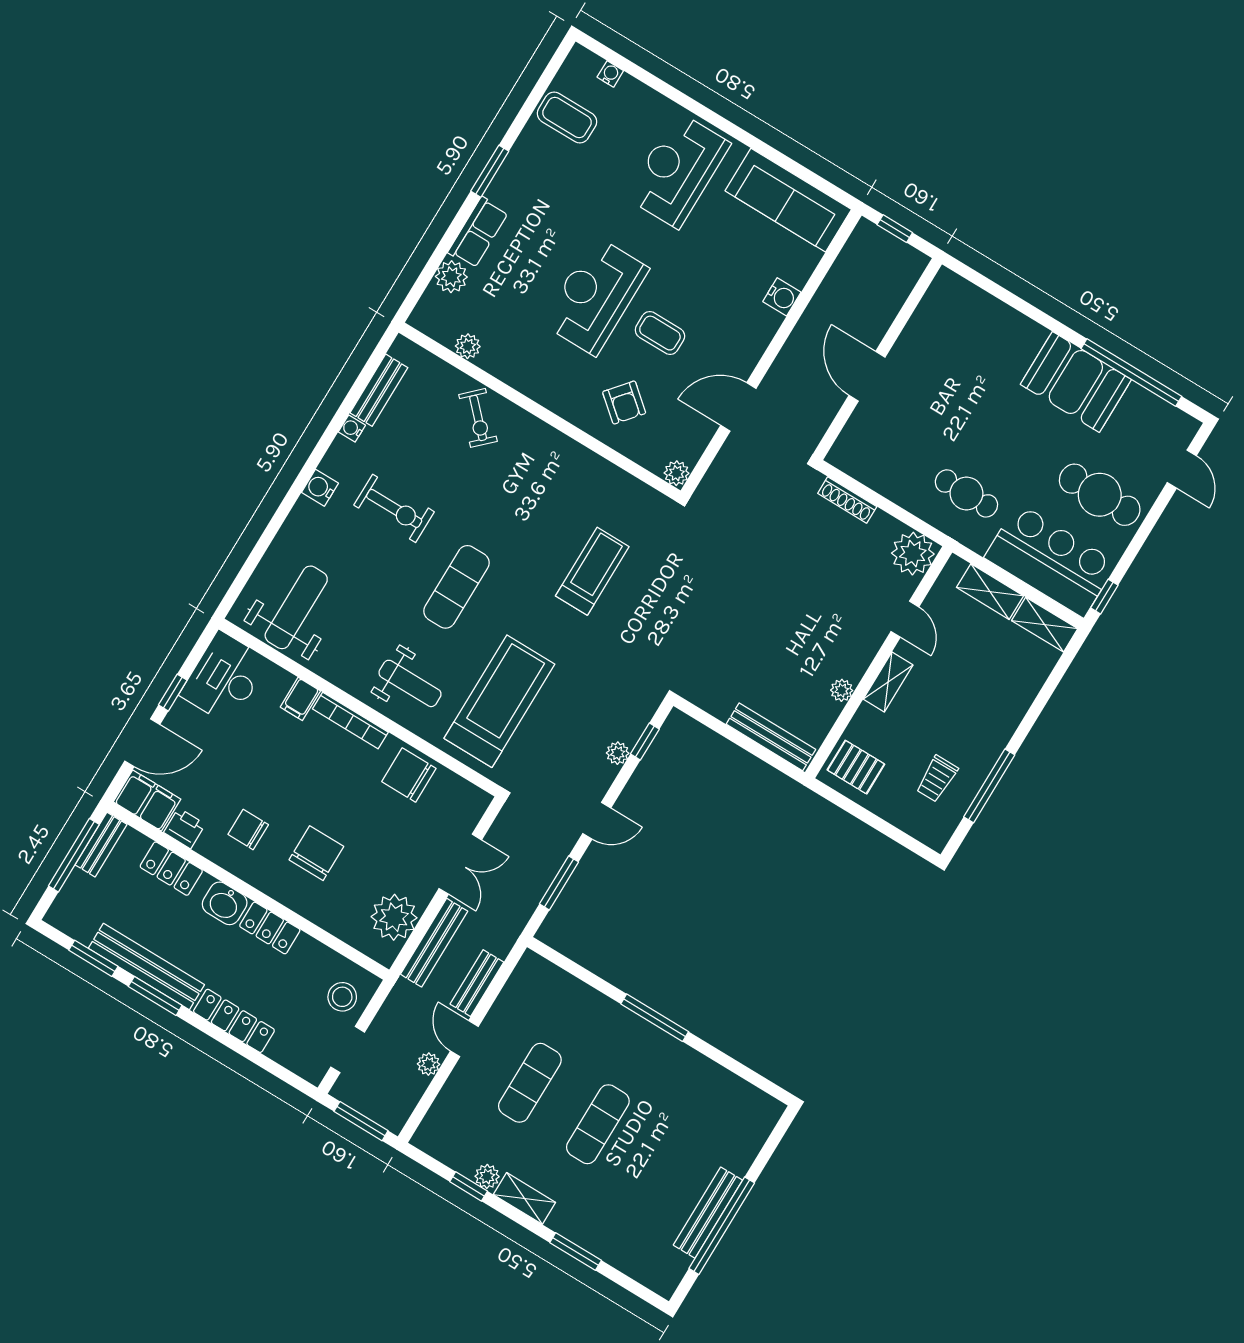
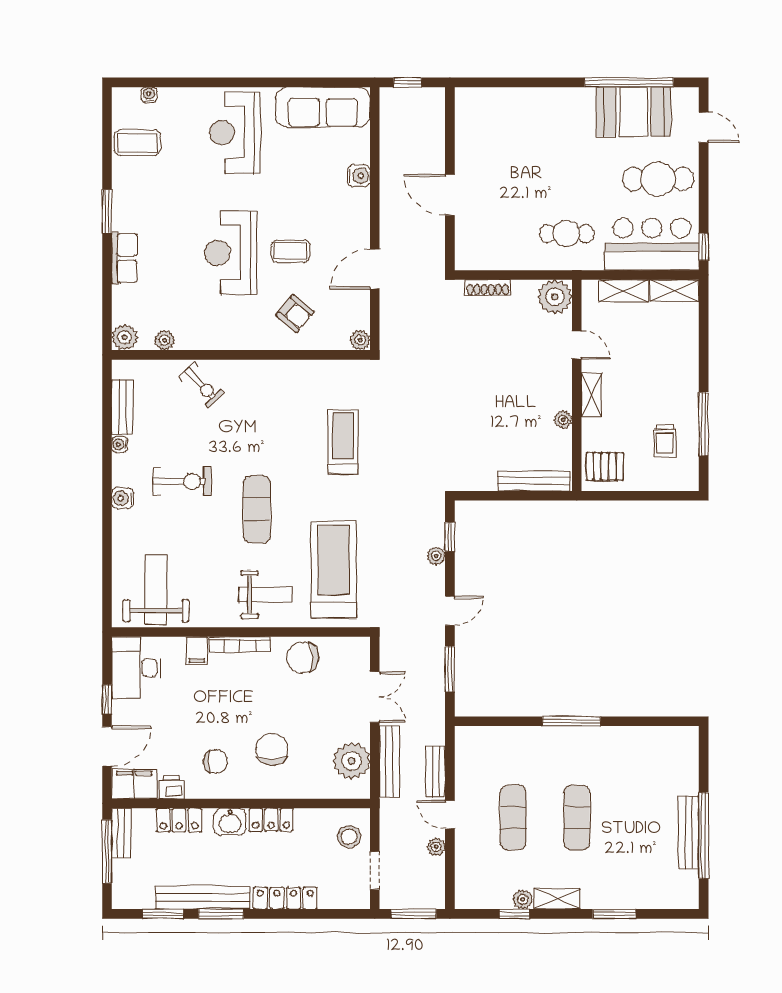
plant: (451, 277) -> (125, 337), moved
booth: (1076, 382) -> (634, 112), moved
chair: (248, 830) -> (215, 762), turned 180

